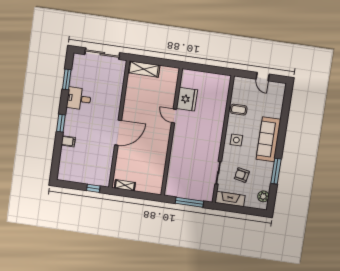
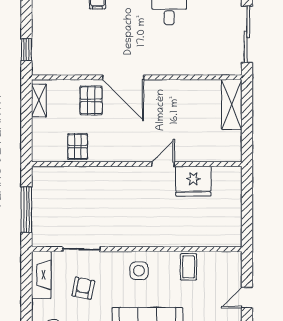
pallet: (129, 154) -> (91, 100), added
pallet: (156, 166) -> (78, 147), added

